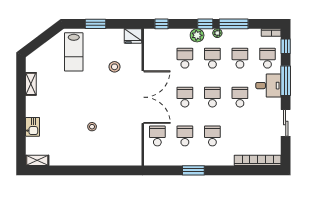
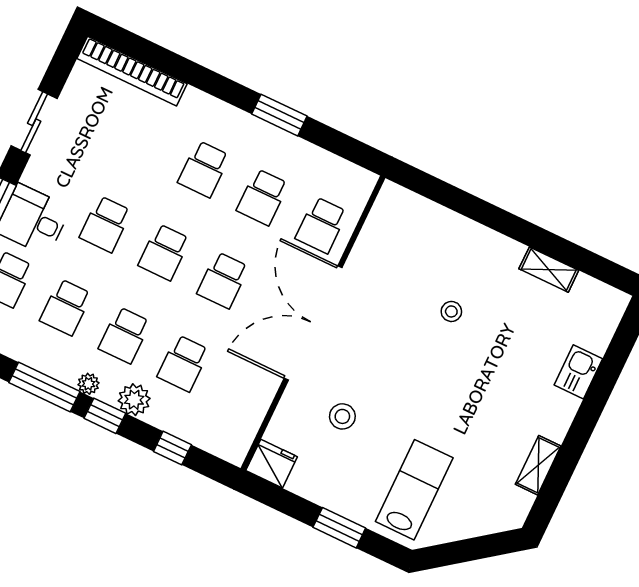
window: (161, 24) -> (172, 448), moved
shelving: (37, 160) -> (549, 270), moved

